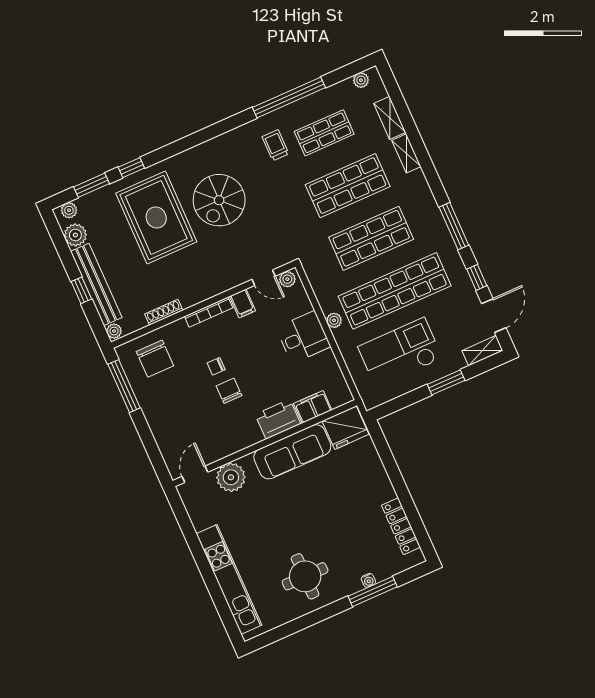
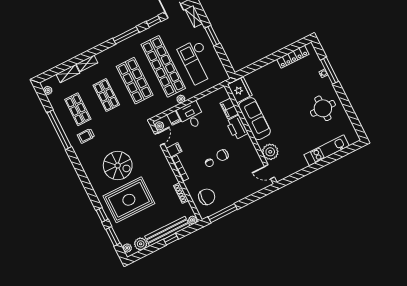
shop shelf: (348, 186) -> (106, 95), width x0.70, depth x0.74
filing cabinet: (301, 306) -> (174, 118), added
kitchen unit: (229, 579) -> (327, 150), width x0.73

